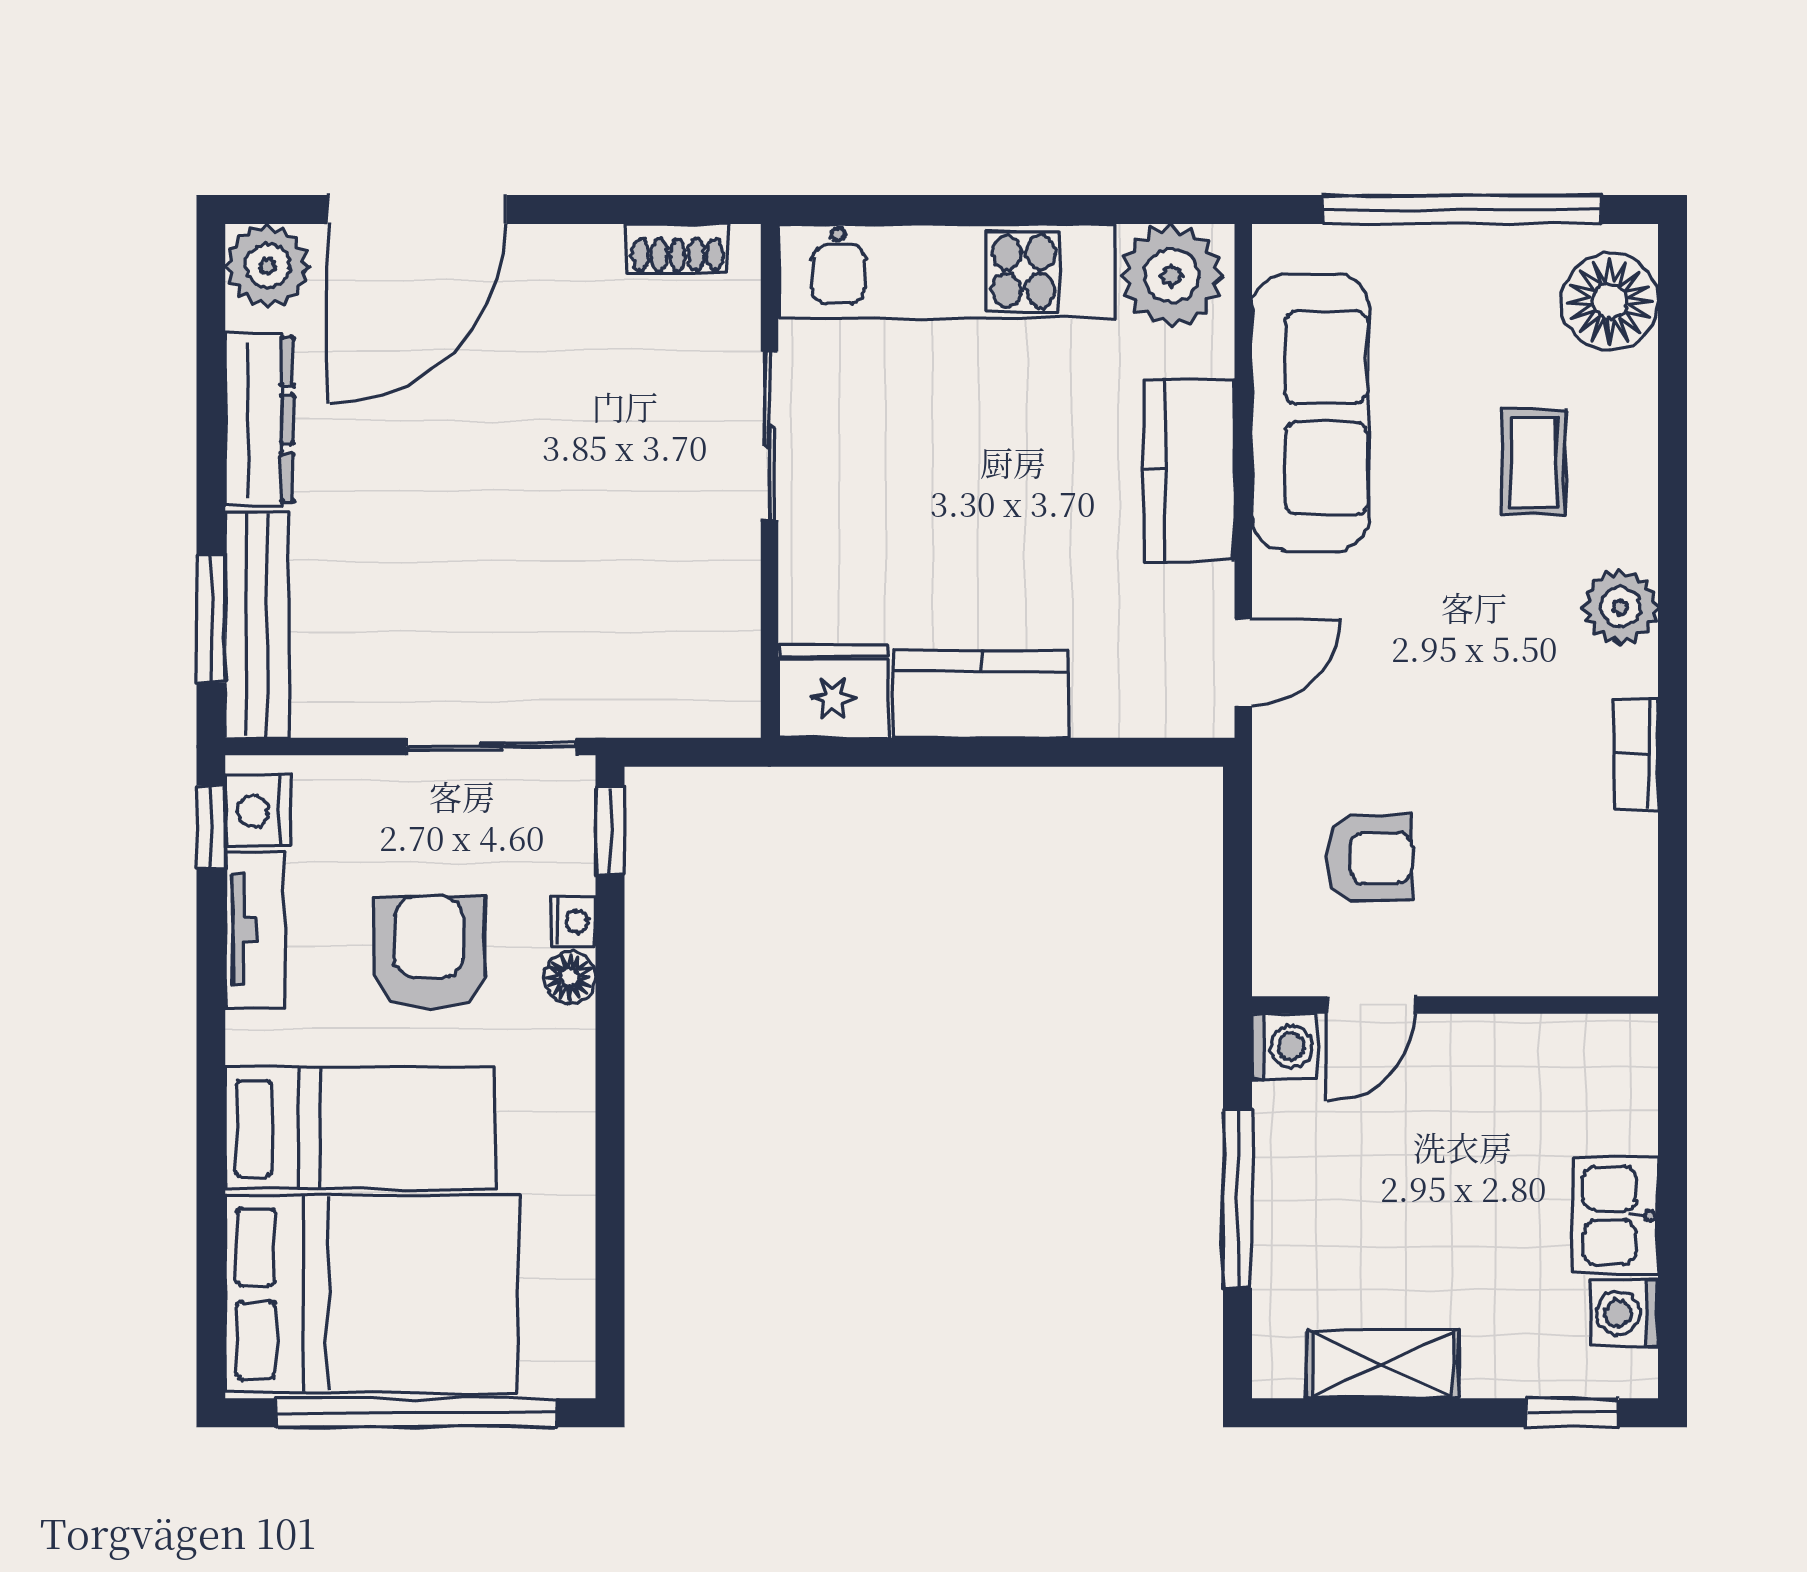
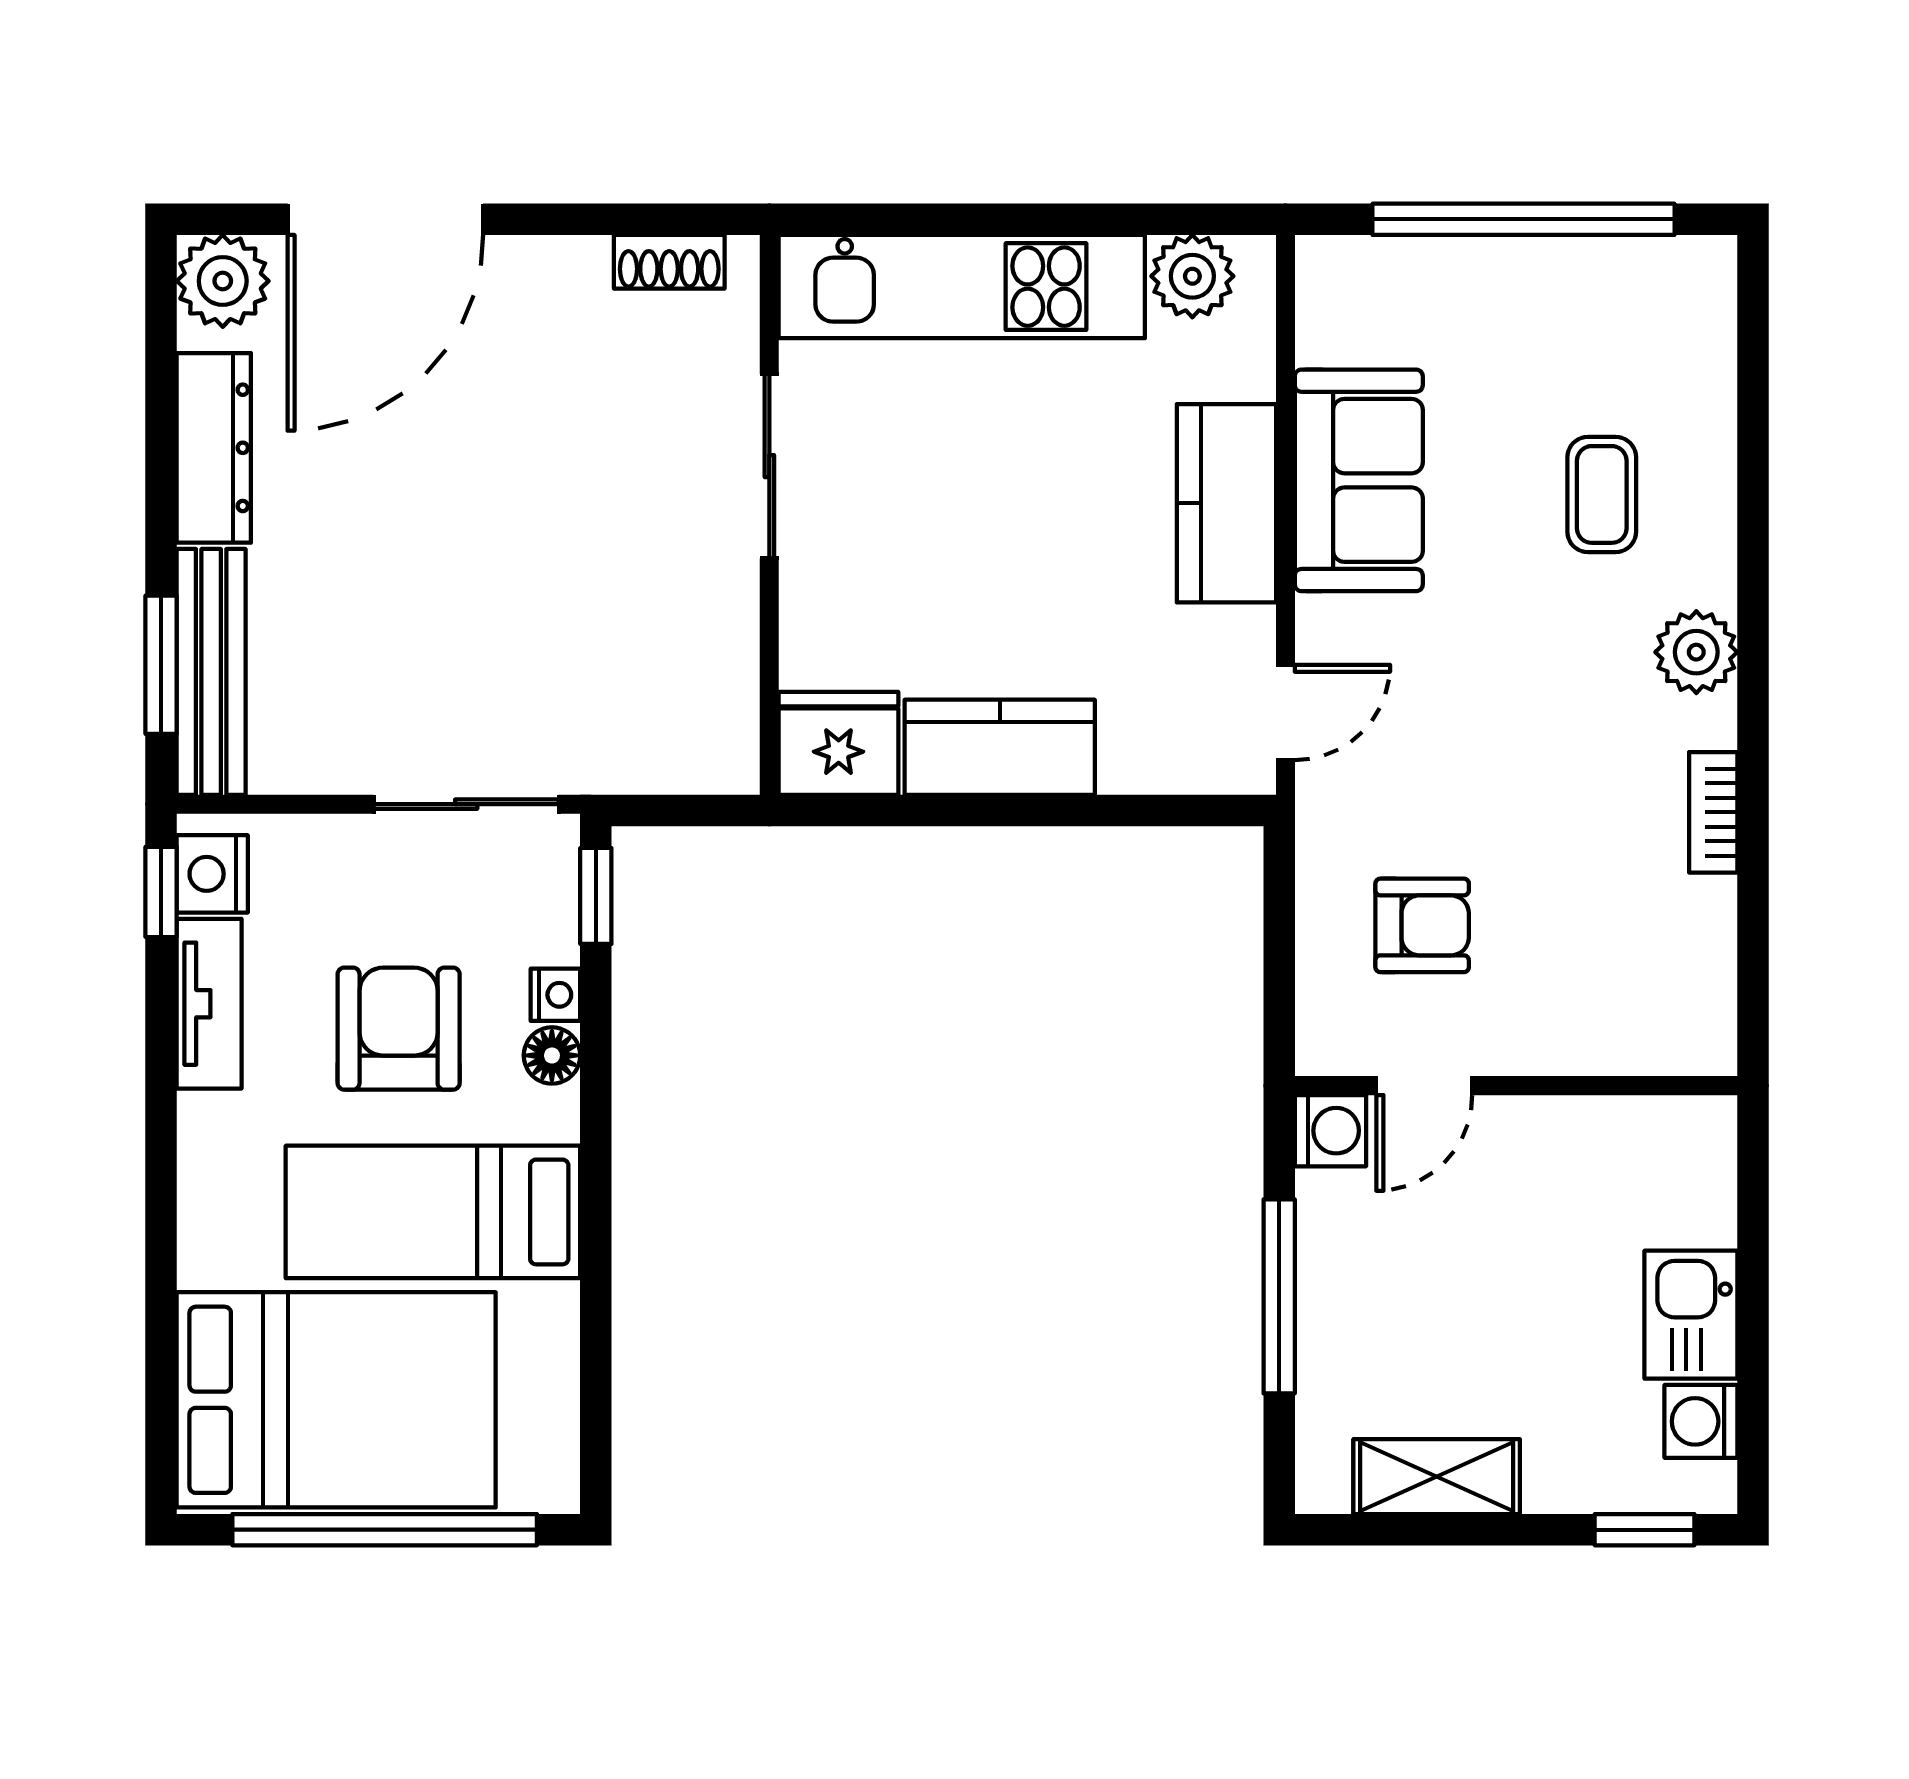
plant: (1172, 276) -> (1192, 276), width x0.73, depth x0.73
floor lamp: (1610, 301) -> (1685, 319), removed
sofa: (1311, 413) -> (1359, 480), width x0.73
bed: (360, 1128) -> (433, 1212), moved, turned 180

